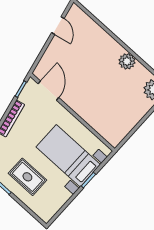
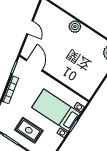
door: (58, 26) -> (30, 27), moved
plant: (127, 61) -> (75, 27), moved

